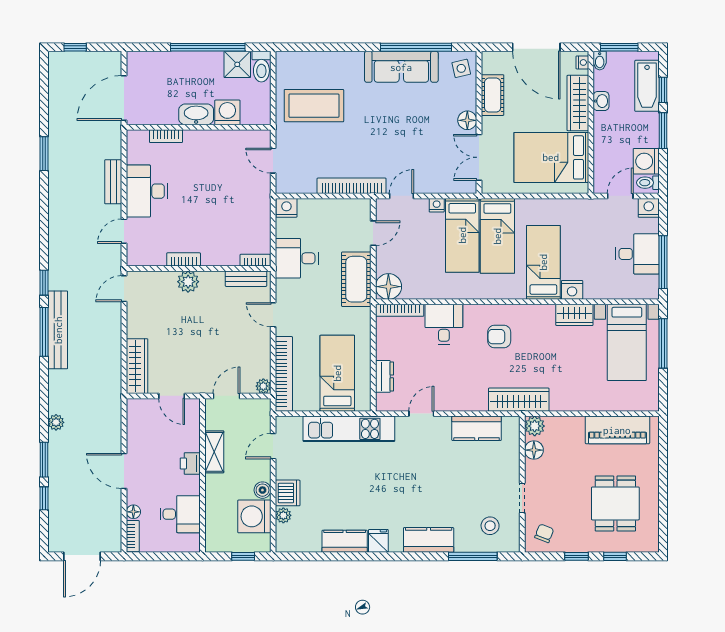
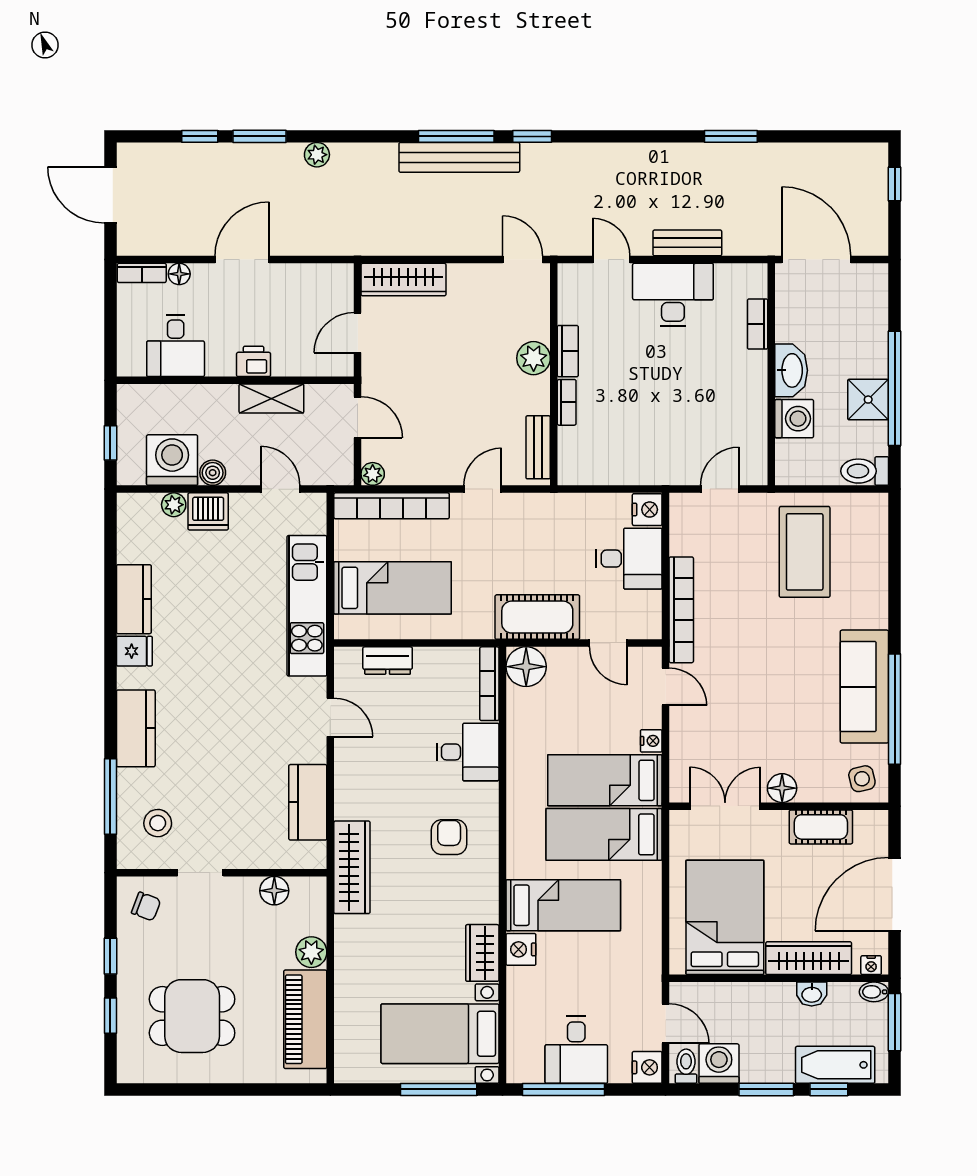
shower: (237, 64) -> (868, 400), moved
desk: (297, 258) -> (629, 559), moved, turned 90
bookcase: (255, 260) -> (567, 402), moved
plant: (535, 426) -> (311, 952), moved

